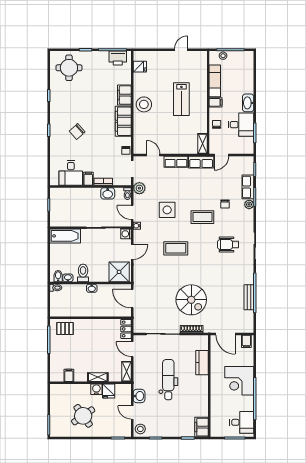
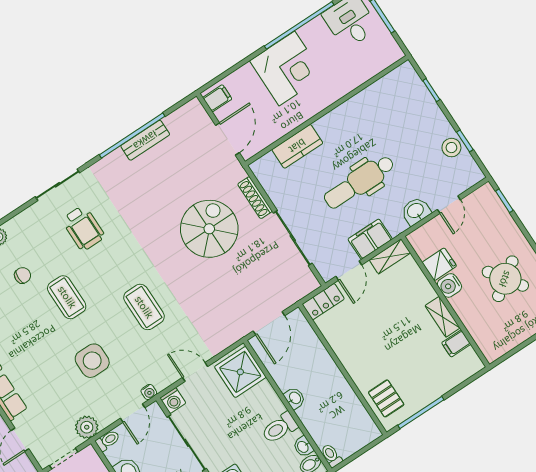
shelving: (98, 377) -> (443, 317), moved
filing cabinet: (202, 427) -> (370, 239), moved, turned 180
stool: (140, 429) -> (451, 148), moved

